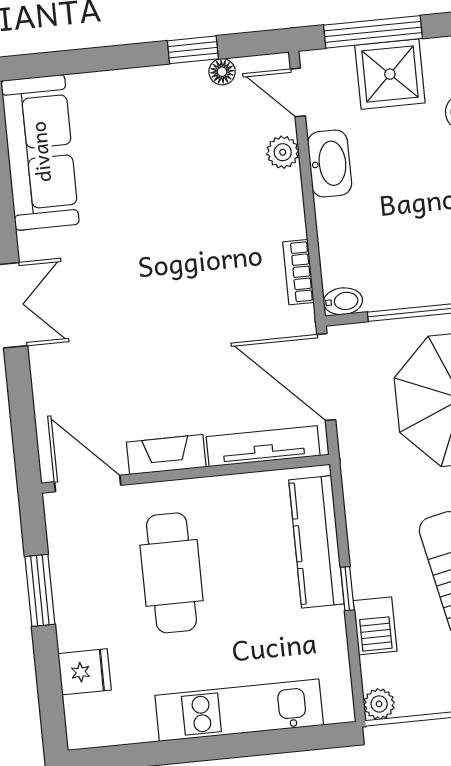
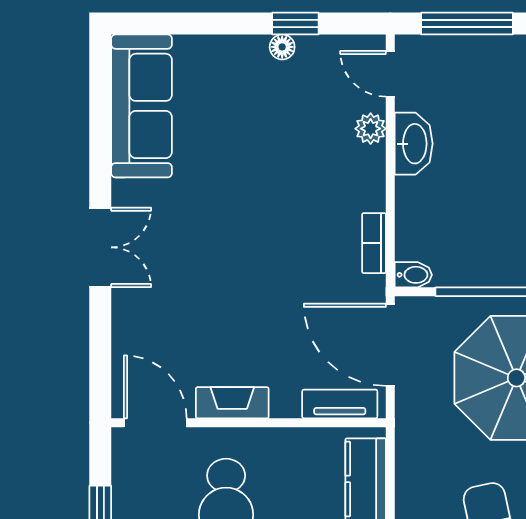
floor lamp: (222, 72) -> (282, 47), moved
shower: (390, 74) -> (479, 65), removed
tv unit: (263, 446) -> (340, 404), width x0.71

